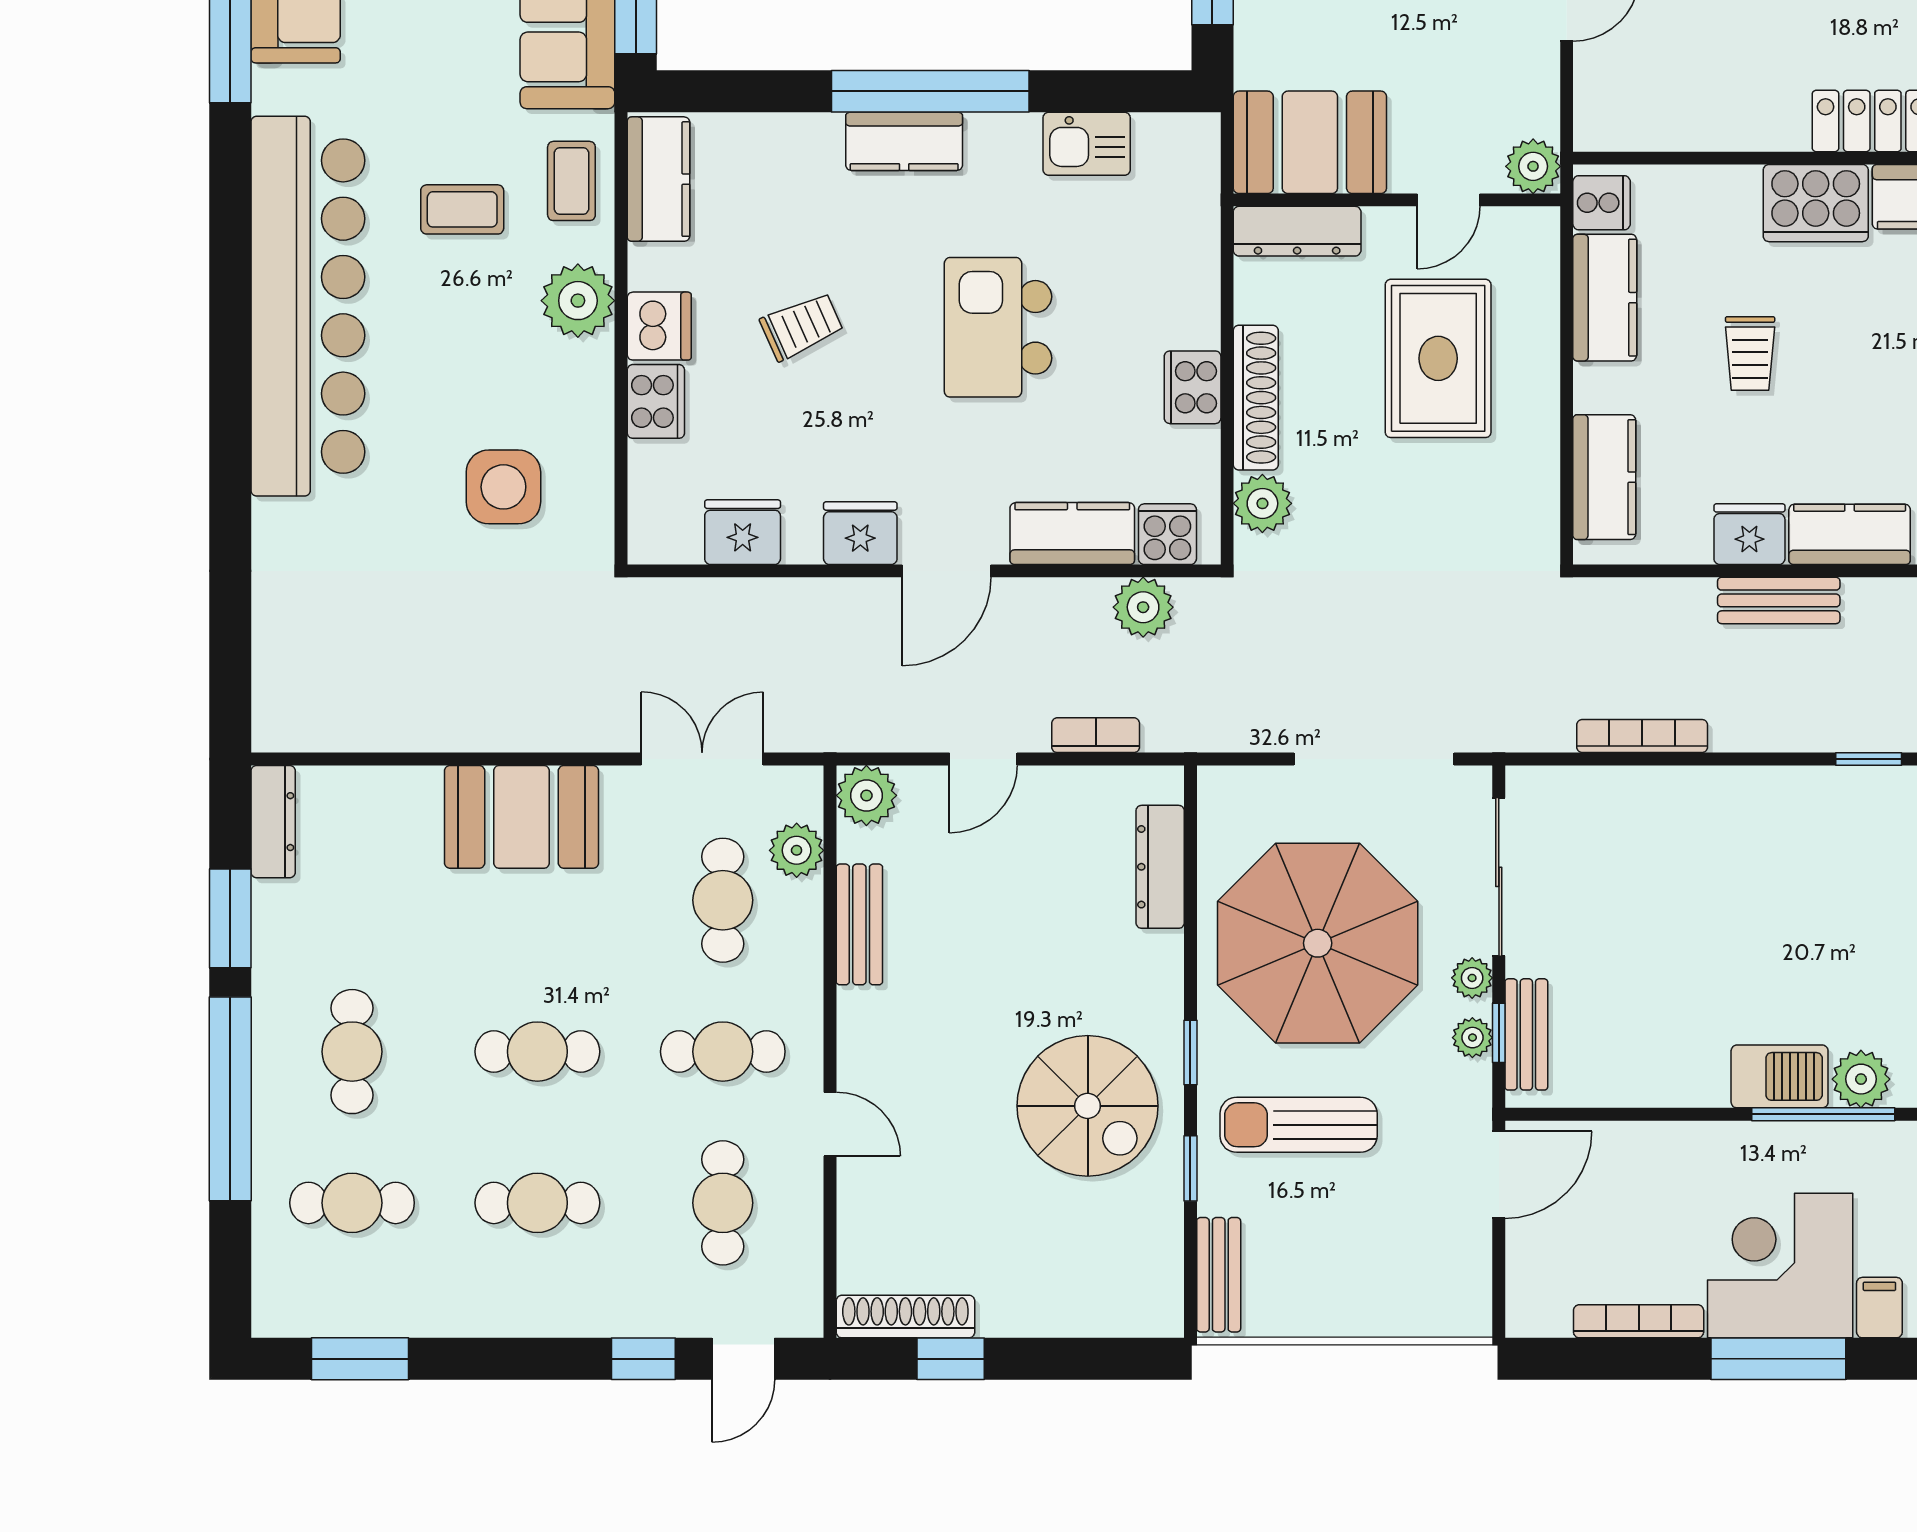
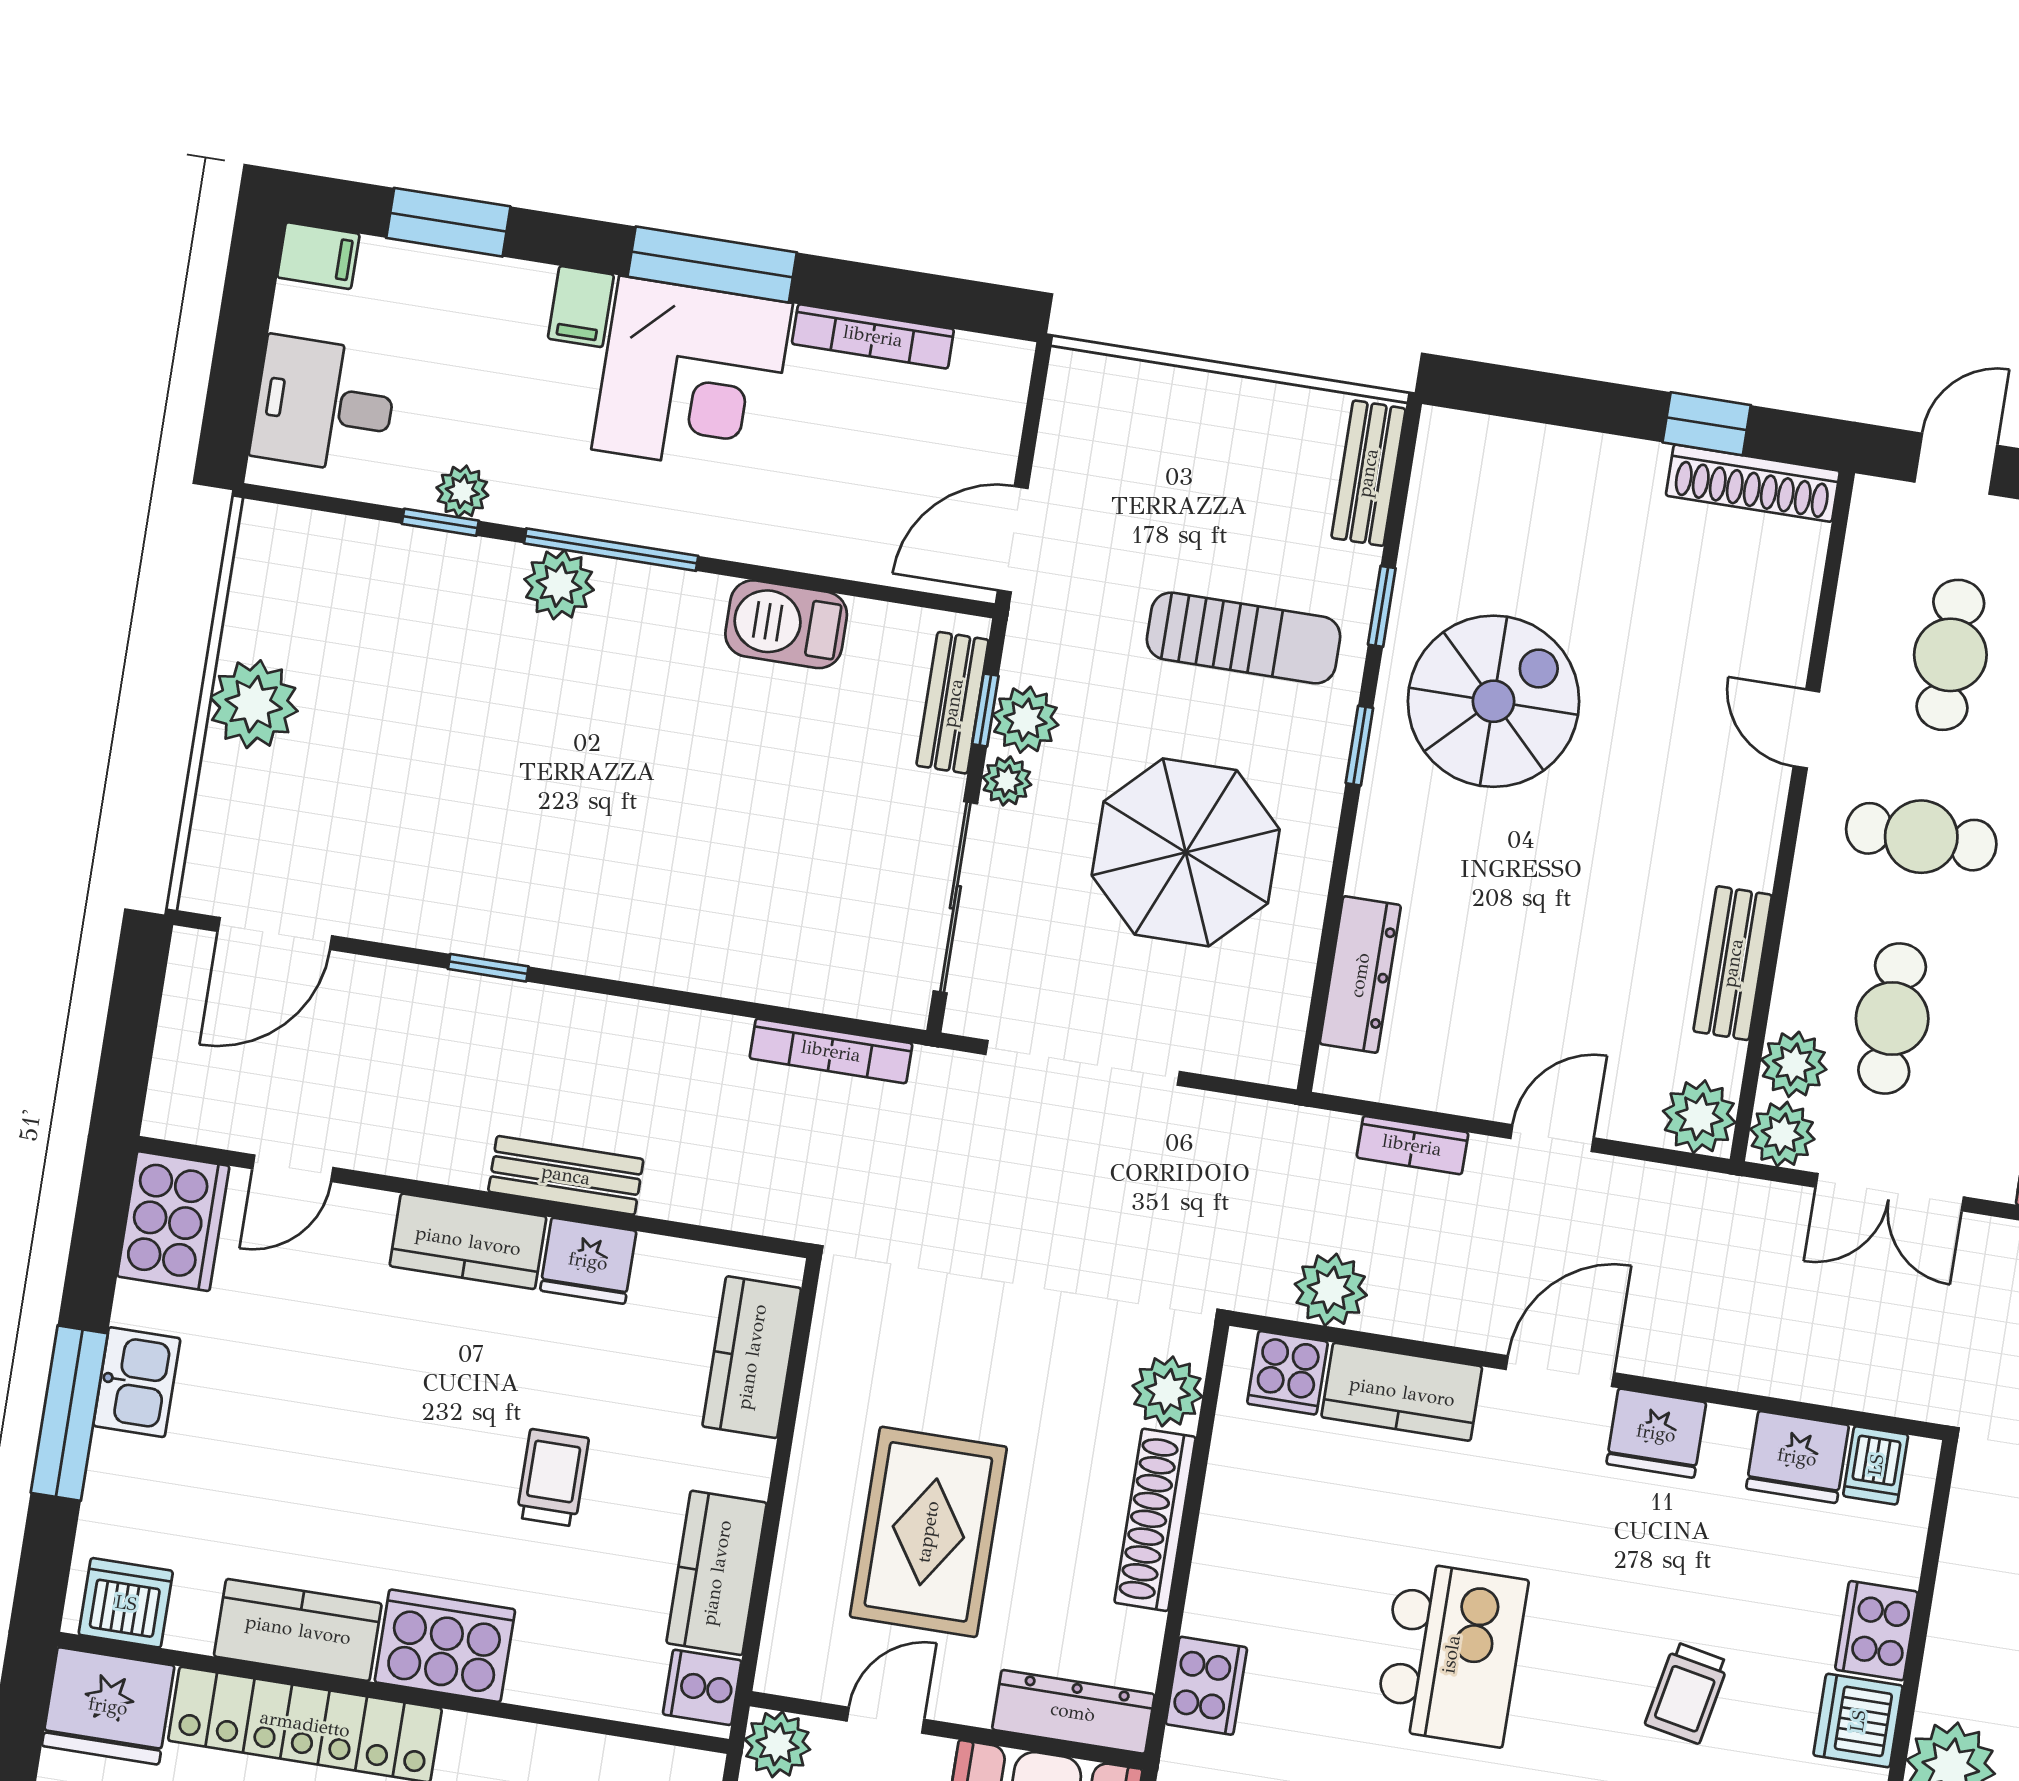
trolley: (802, 326) -> (1687, 1693), turned -55
cooker: (1193, 387) -> (1206, 1686), moved
dishwasher: (678, 535) -> (1876, 1465), added
bookcase: (1642, 736) -> (831, 1051), moved
plant: (797, 792) -> (1782, 1134), added
parasol: (1318, 943) -> (1186, 852), width x0.73, depth x0.73
plant: (1472, 1038) -> (1025, 720), width x1.38, depth x1.38
barbecue: (1780, 1076) -> (786, 624), moved
spiral stairs: (1088, 1106) -> (1494, 701), turned 90

